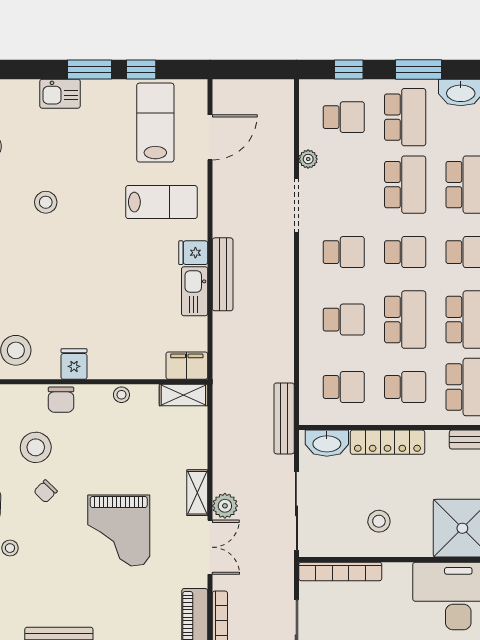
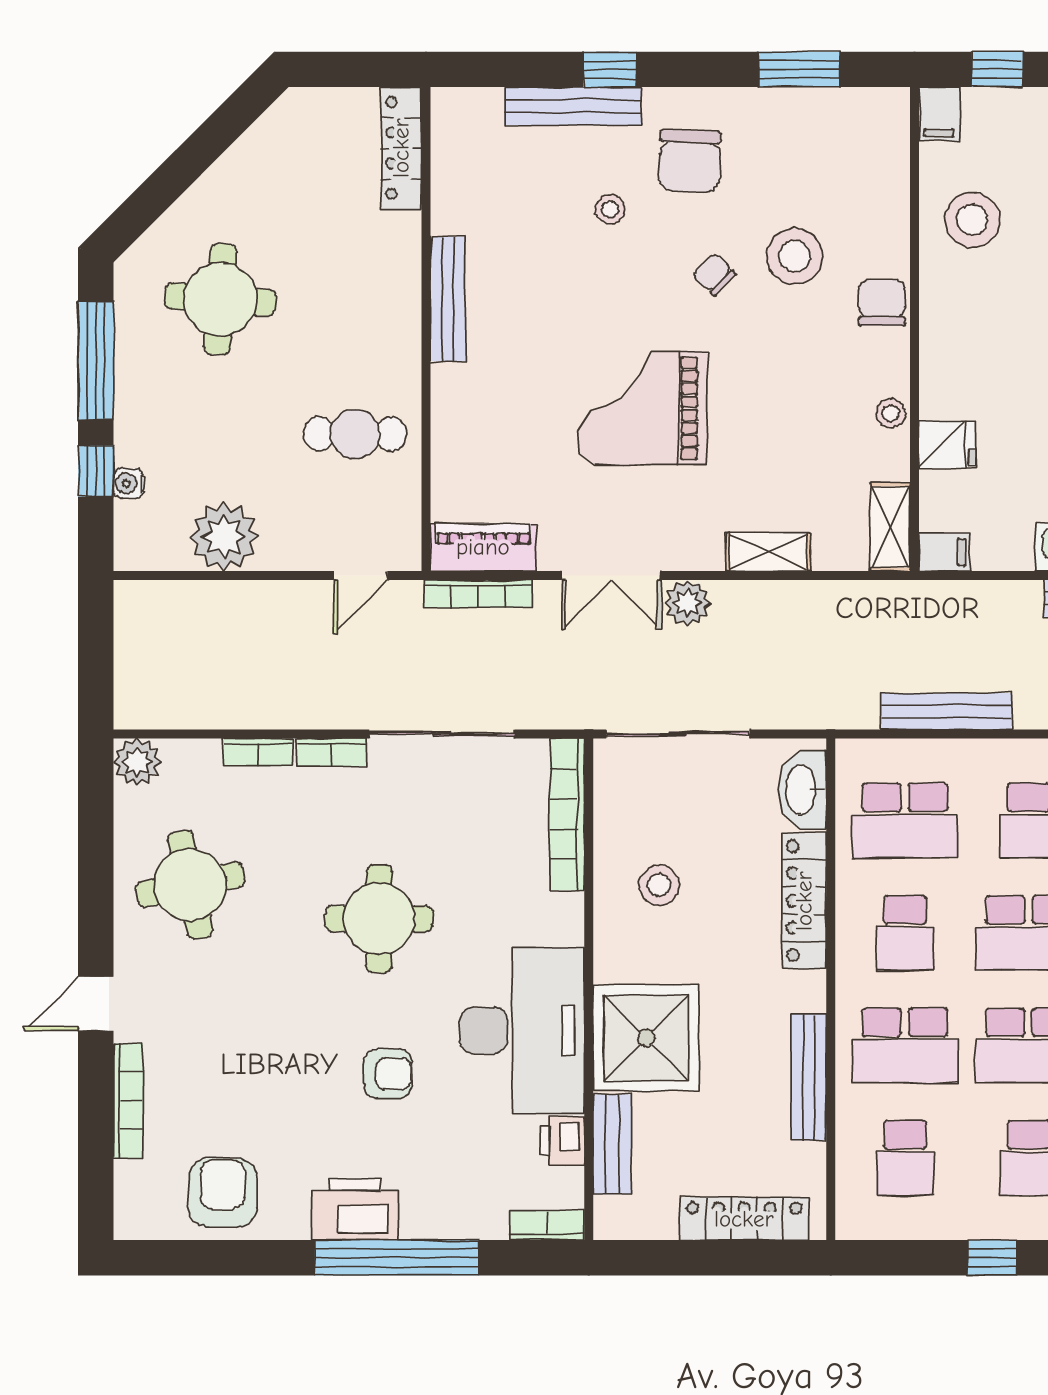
fridge: (74, 364) -> (947, 445), moved
filing cabinet: (187, 366) -> (944, 552), width x0.50
school desk: (344, 387) -> (905, 820), width x1.85
chair: (61, 400) -> (882, 303), turned 90
bench: (284, 418) -> (946, 711), moved
shelving: (197, 493) -> (768, 552), moved

